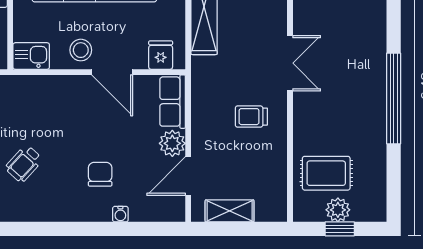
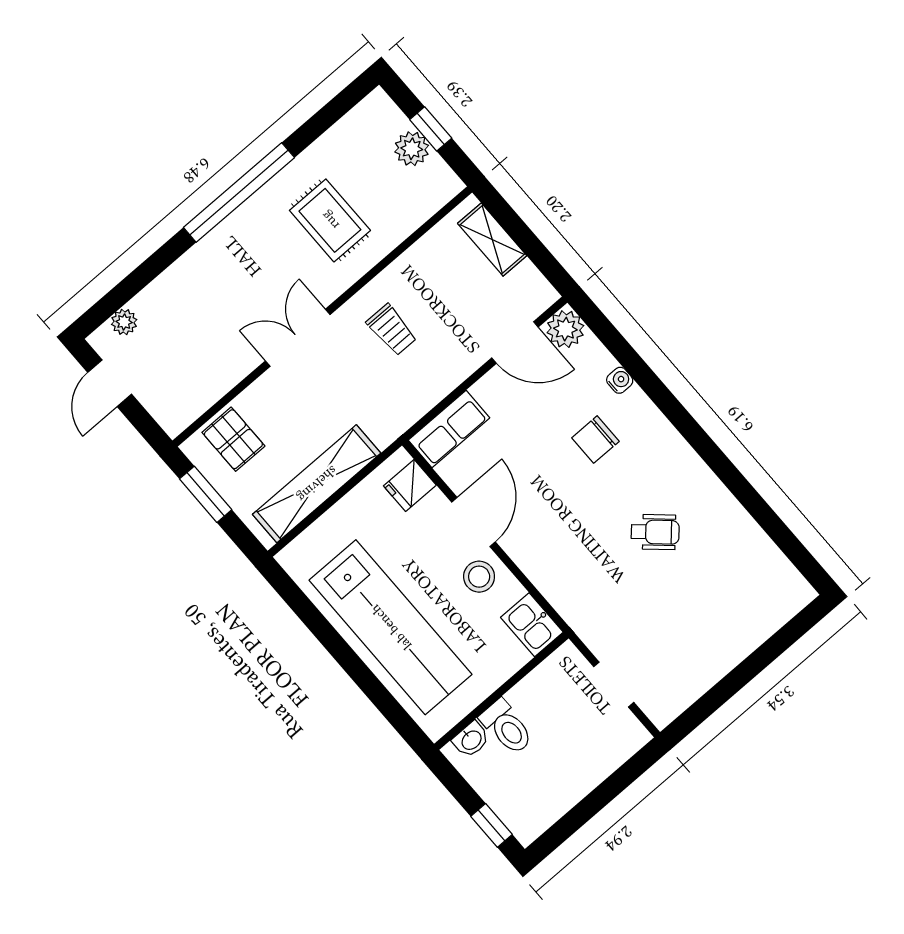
plant: (172, 143) -> (565, 329), moved
rug: (326, 173) -> (330, 220), moved
shelving: (230, 211) -> (492, 239), moved

